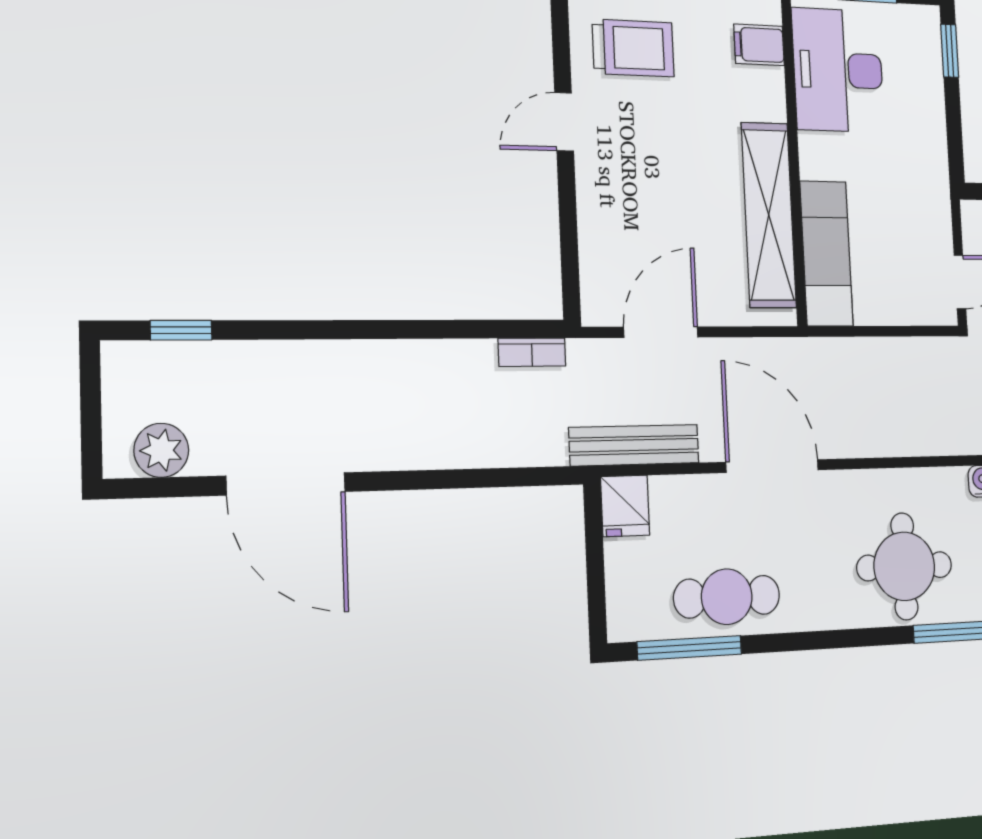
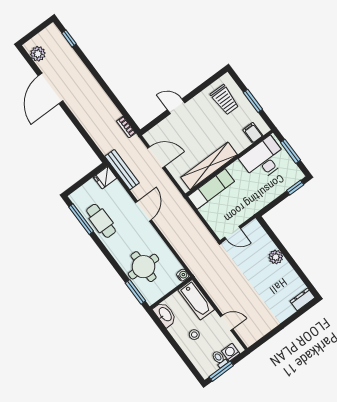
door: (564, 122) -> (176, 106), moved
door: (772, 466) -> (143, 211), width x0.73

